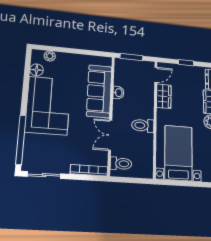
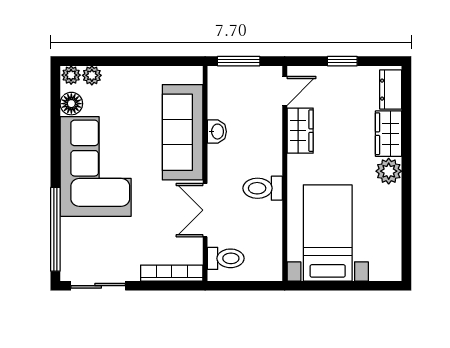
plant: (38, 55) -> (71, 75), added

